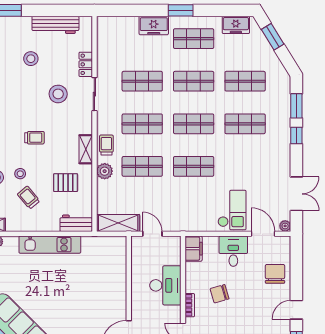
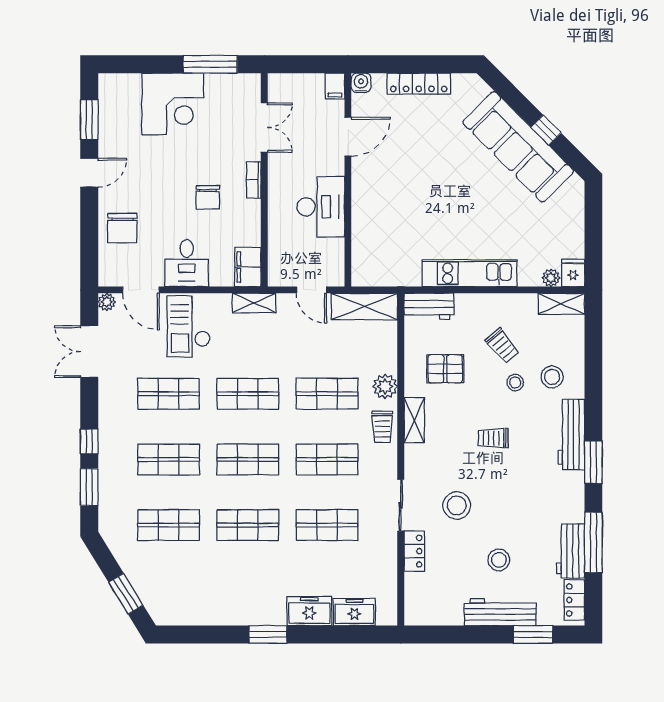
workbench: (55, 25) -> (500, 612), moved
freezer: (236, 25) -> (354, 612), moved
shop shelf: (194, 39) -> (169, 394), moved
shelving: (190, 225) -> (254, 303), added
desk: (165, 285) -> (321, 207), moved, turned 180
chair: (220, 294) -> (208, 197), turned 106

